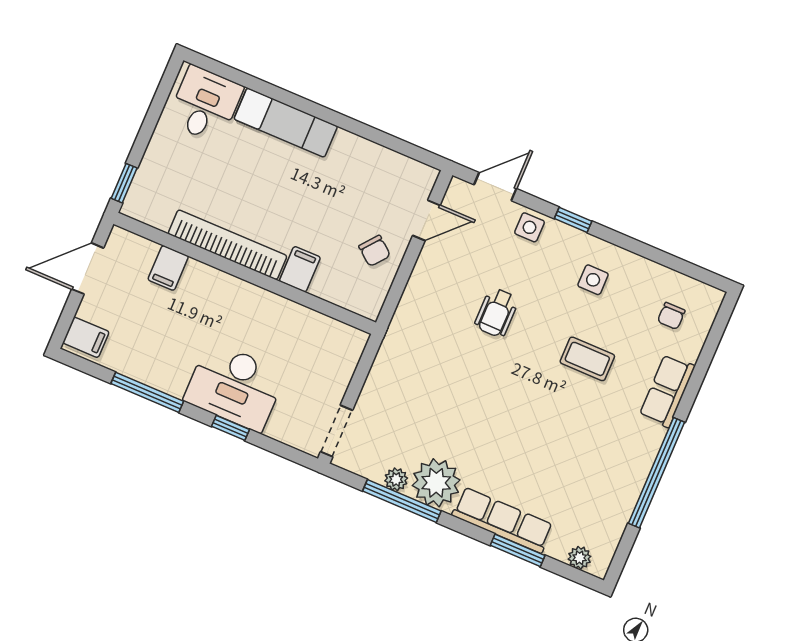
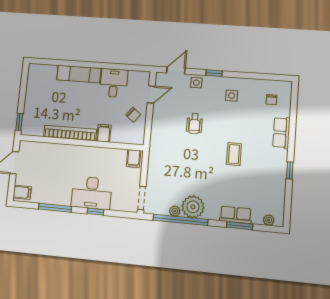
desk: (205, 104) -> (114, 83), moved
filing cabinet: (168, 268) -> (134, 159), moved
coffee table: (587, 359) -> (234, 154), moved, turned 90
window: (657, 473) -> (290, 170), width x0.32
window: (402, 501) -> (180, 220), width x1.46
row of seats: (503, 520) -> (236, 215), width x0.68

